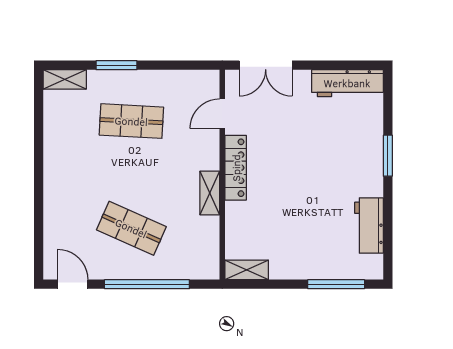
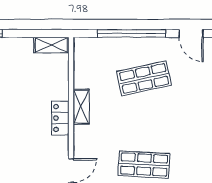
locker: (236, 168) -> (60, 118), width x0.66
shop shelf: (131, 228) -> (144, 78), turned -36

